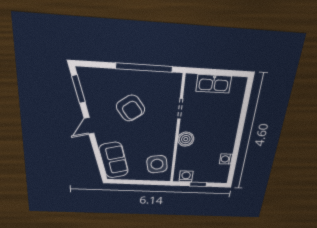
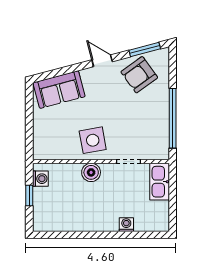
kitchen sink: (214, 84) -> (160, 182), moved
armchair: (131, 108) -> (139, 75), moved
washing machine: (226, 159) -> (126, 225), moved
side table: (157, 164) -> (93, 140), moved

